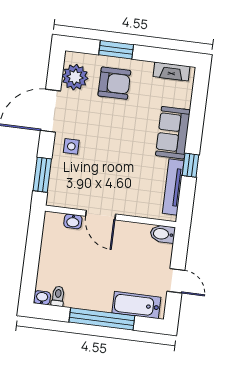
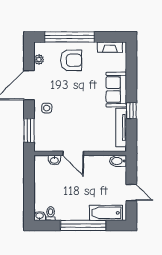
window: (116, 50) -> (69, 37), width x2.11
plant: (75, 77) -> (39, 60), width x0.53, depth x0.53

